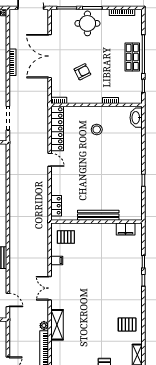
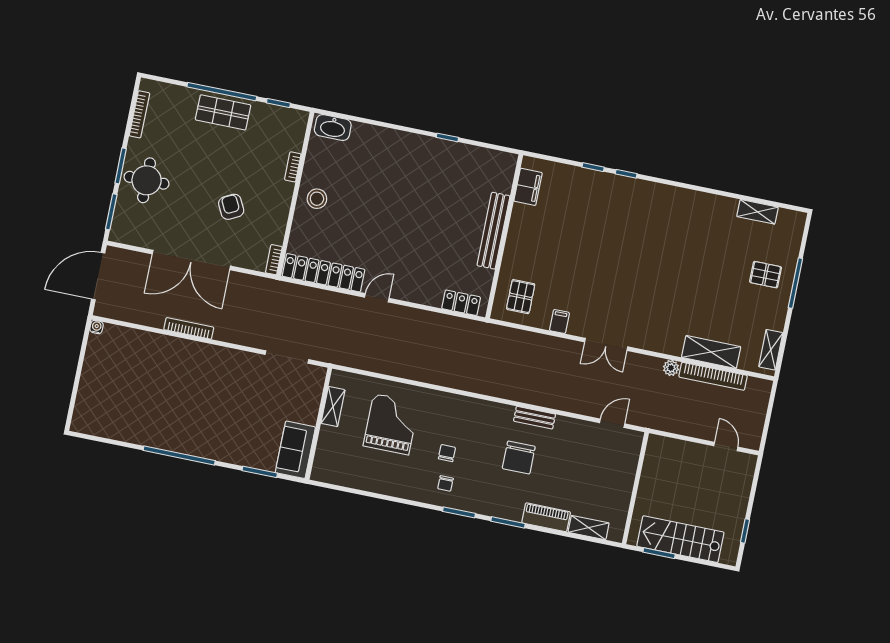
stool: (97, 130) -> (317, 199), moved
pallet: (127, 324) -> (699, 219), removed
shelving: (57, 325) -> (711, 352), moved

